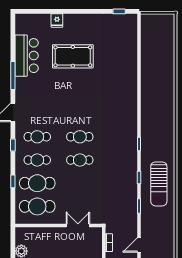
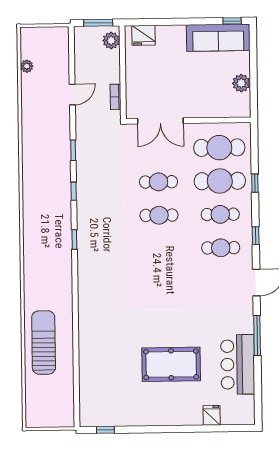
fridge: (57, 20) -> (212, 415), moved
cafe table: (80, 137) -> (159, 182), moved
sun lounger: (159, 184) -> (44, 343), moved
double door: (78, 226) -> (160, 121), width x1.37

